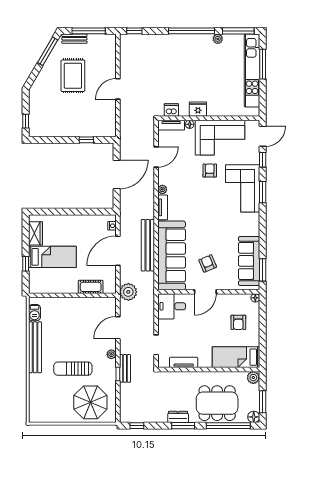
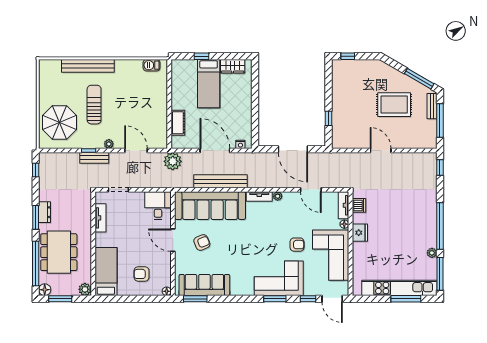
bench: (35, 347) -> (88, 66), moved

